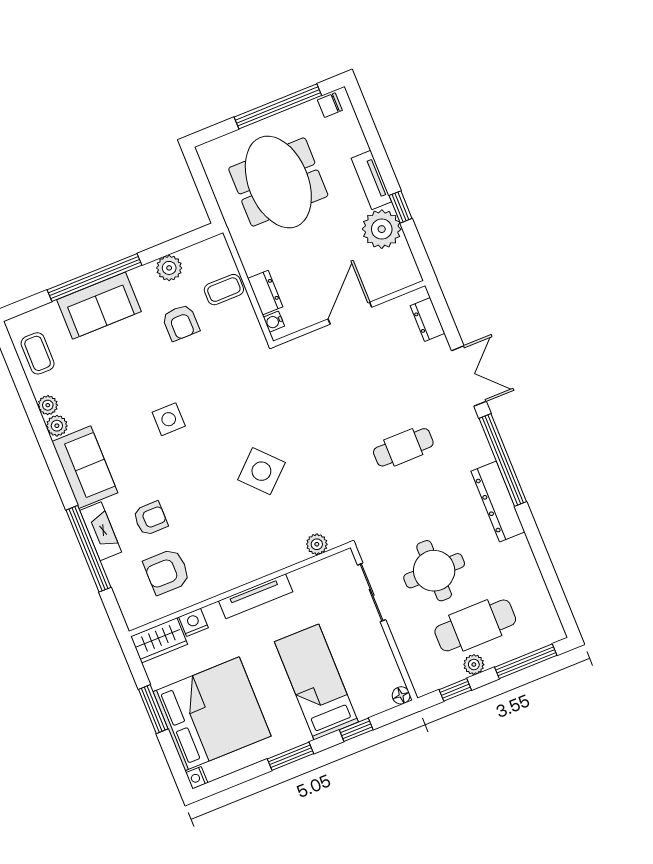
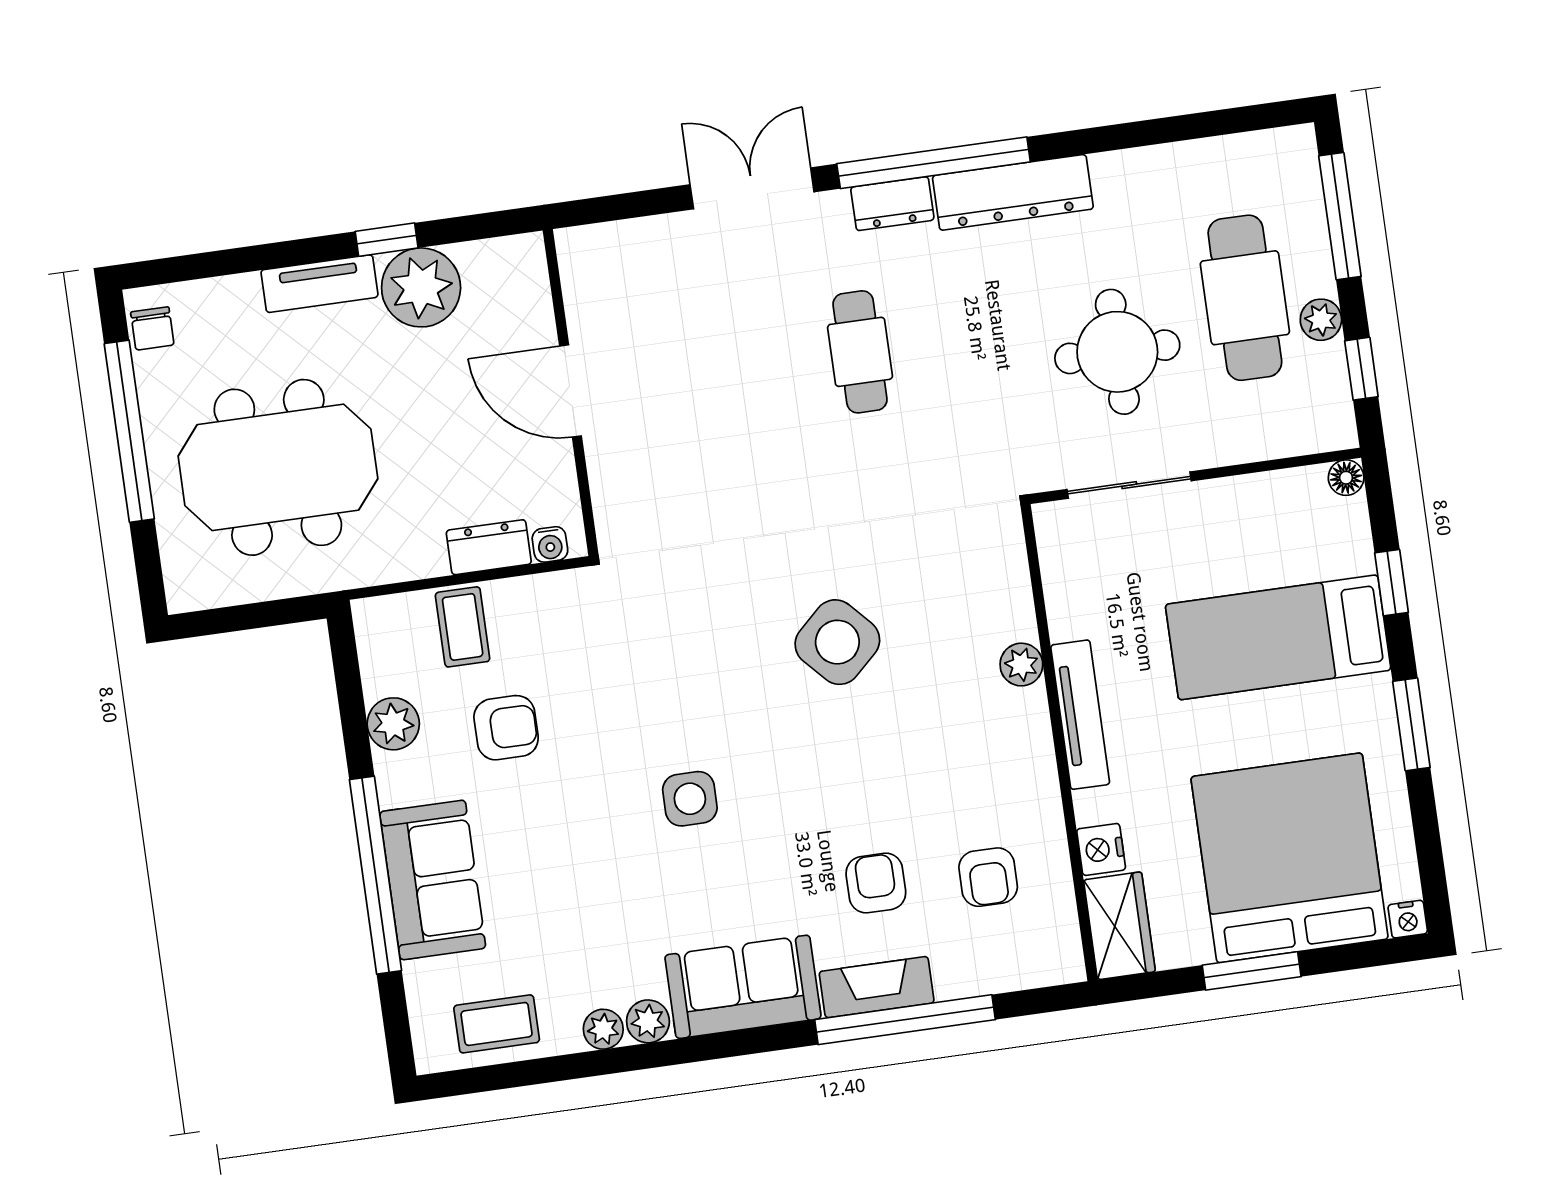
dresser: (427, 319) -> (892, 204), moved
plant: (317, 544) -> (1021, 665), moved
armchair: (167, 572) -> (988, 877), width x0.72, depth x0.72

